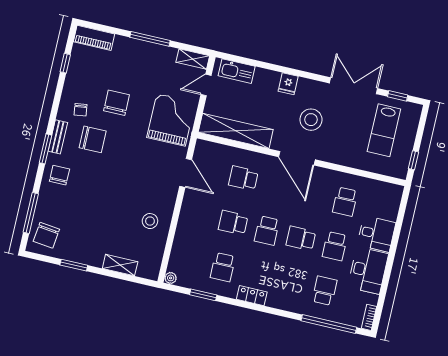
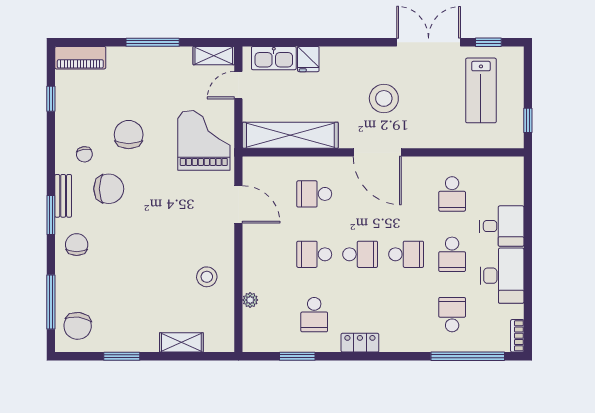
fridge: (288, 84) -> (308, 59), moved
school desk: (267, 231) -> (360, 254), turned -90
school desk: (301, 238) -> (406, 254), turned 180
plant: (171, 278) -> (250, 300), moved

